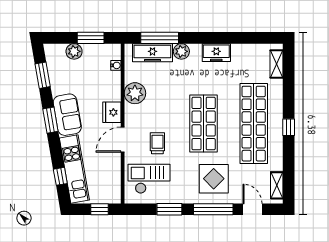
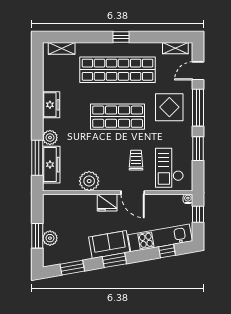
window: (91, 38) -> (37, 236), moved
water cooler: (116, 65) -> (188, 199), moved
trolley: (157, 143) -> (136, 160), turned 90

